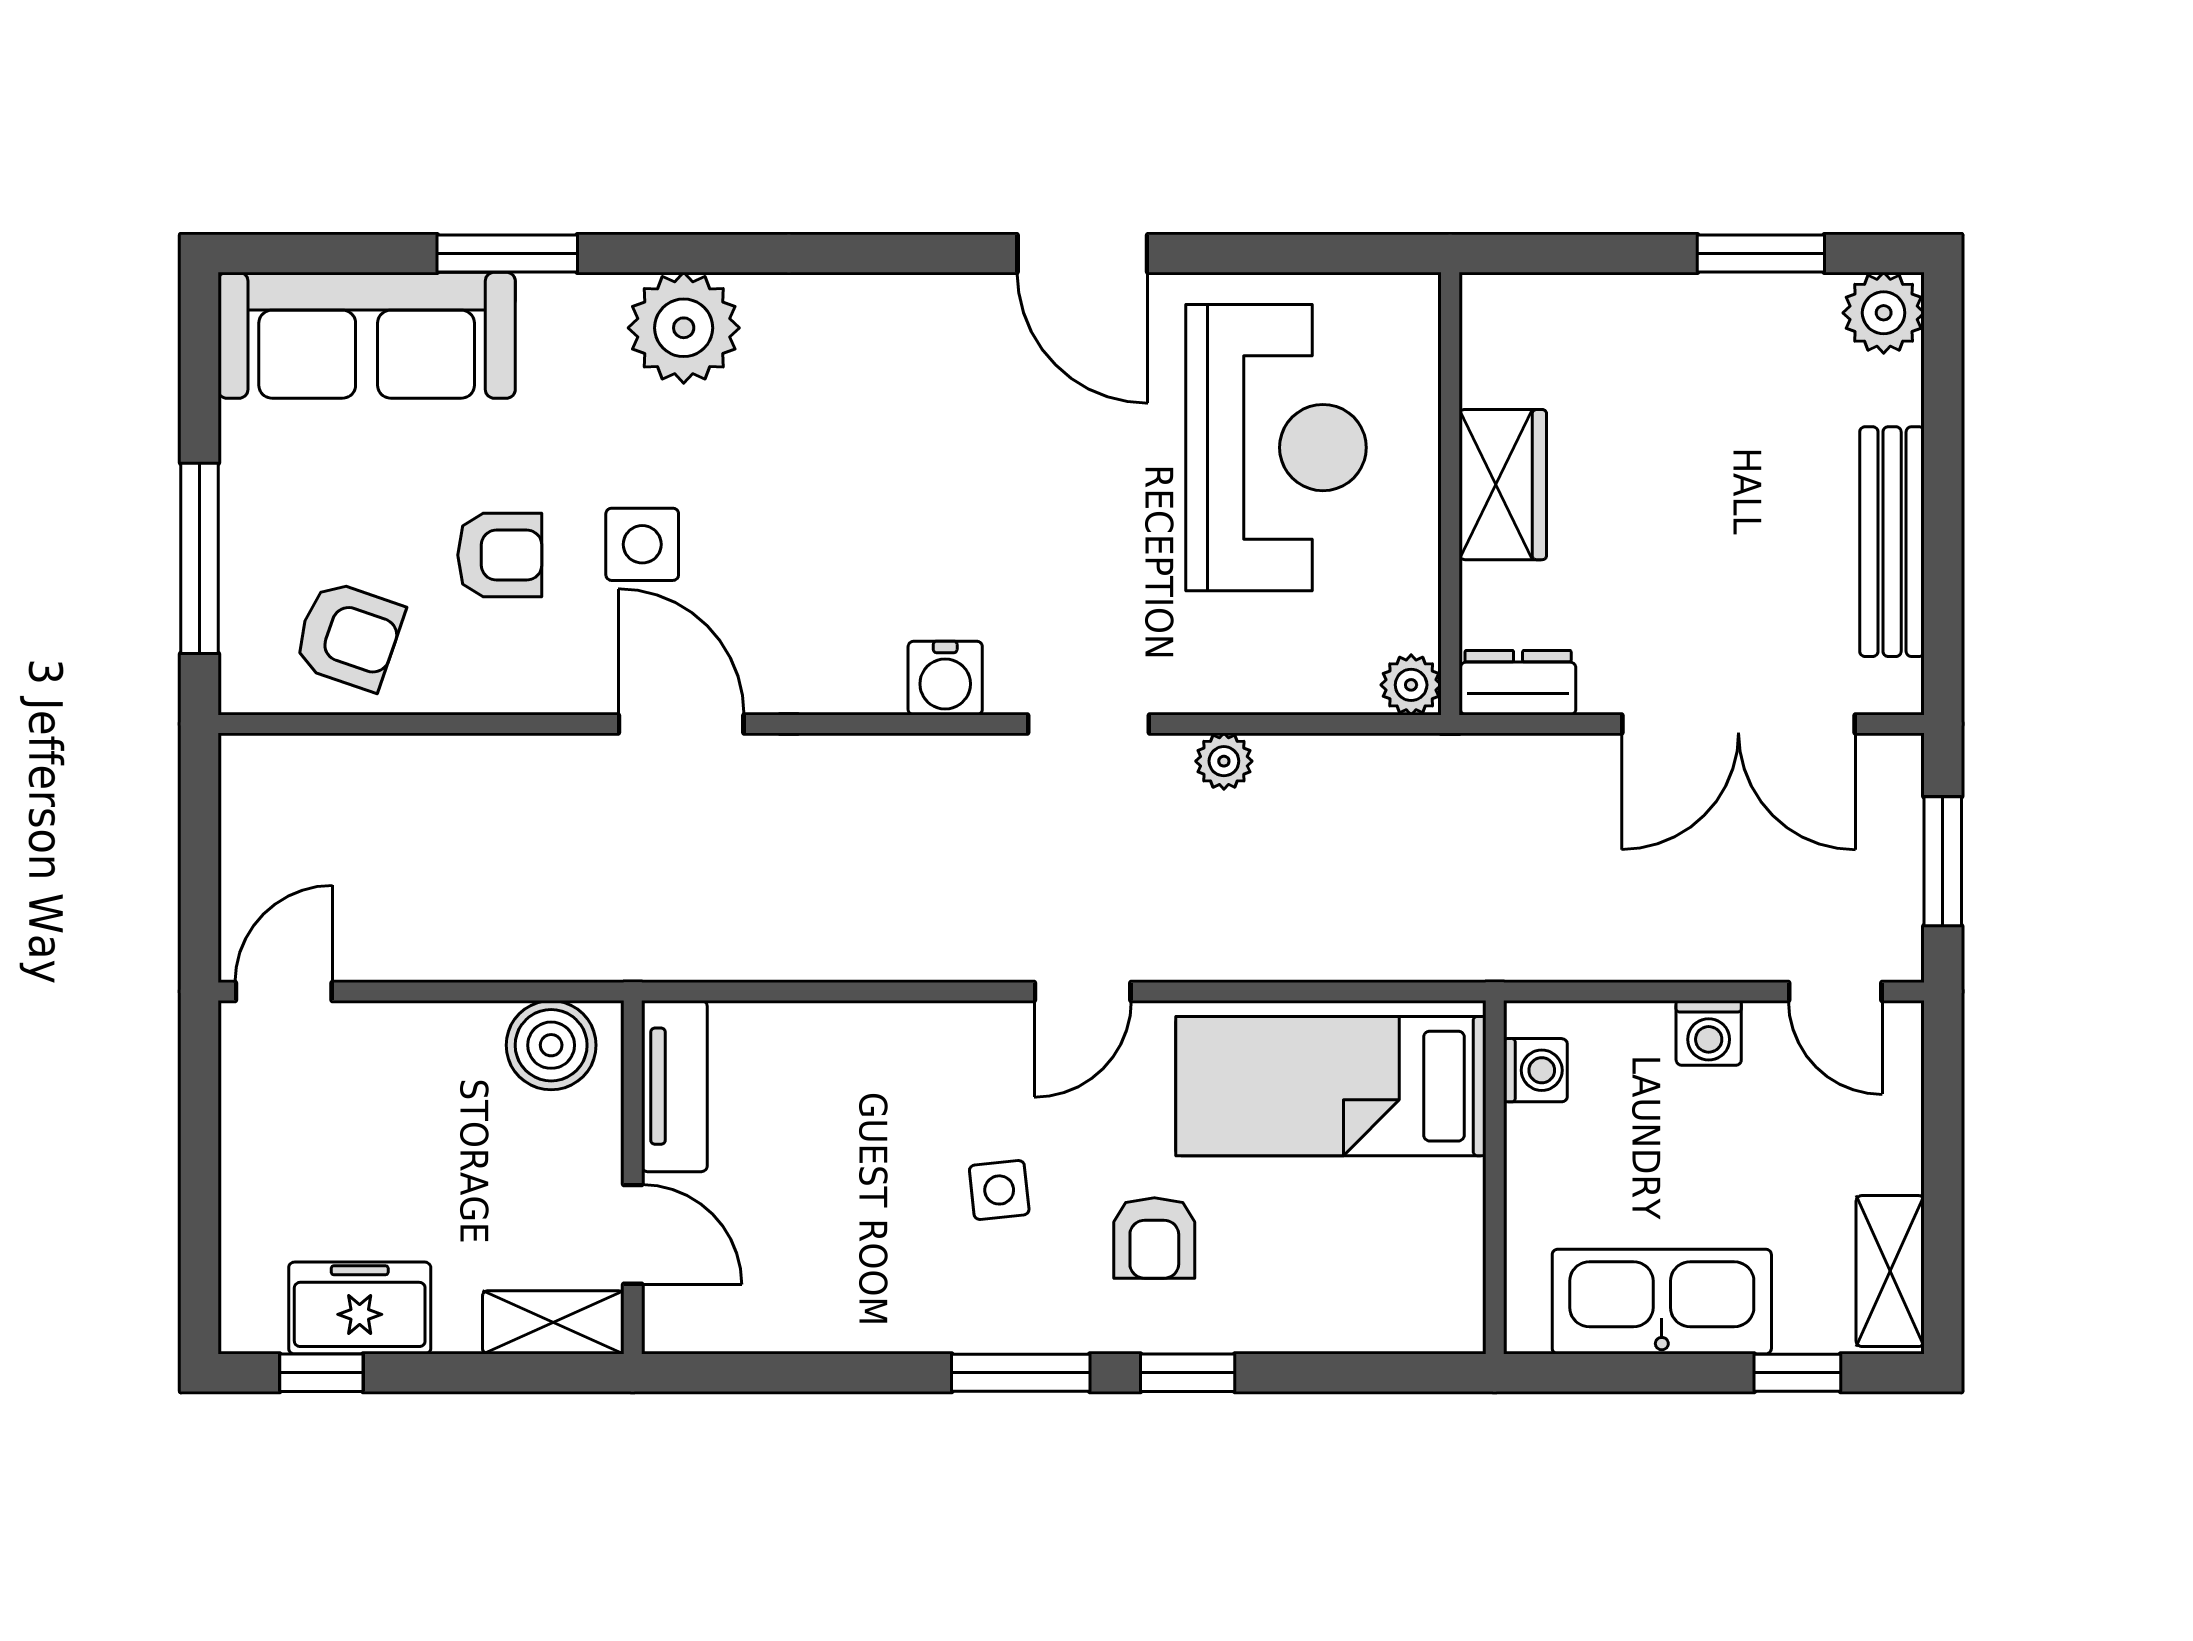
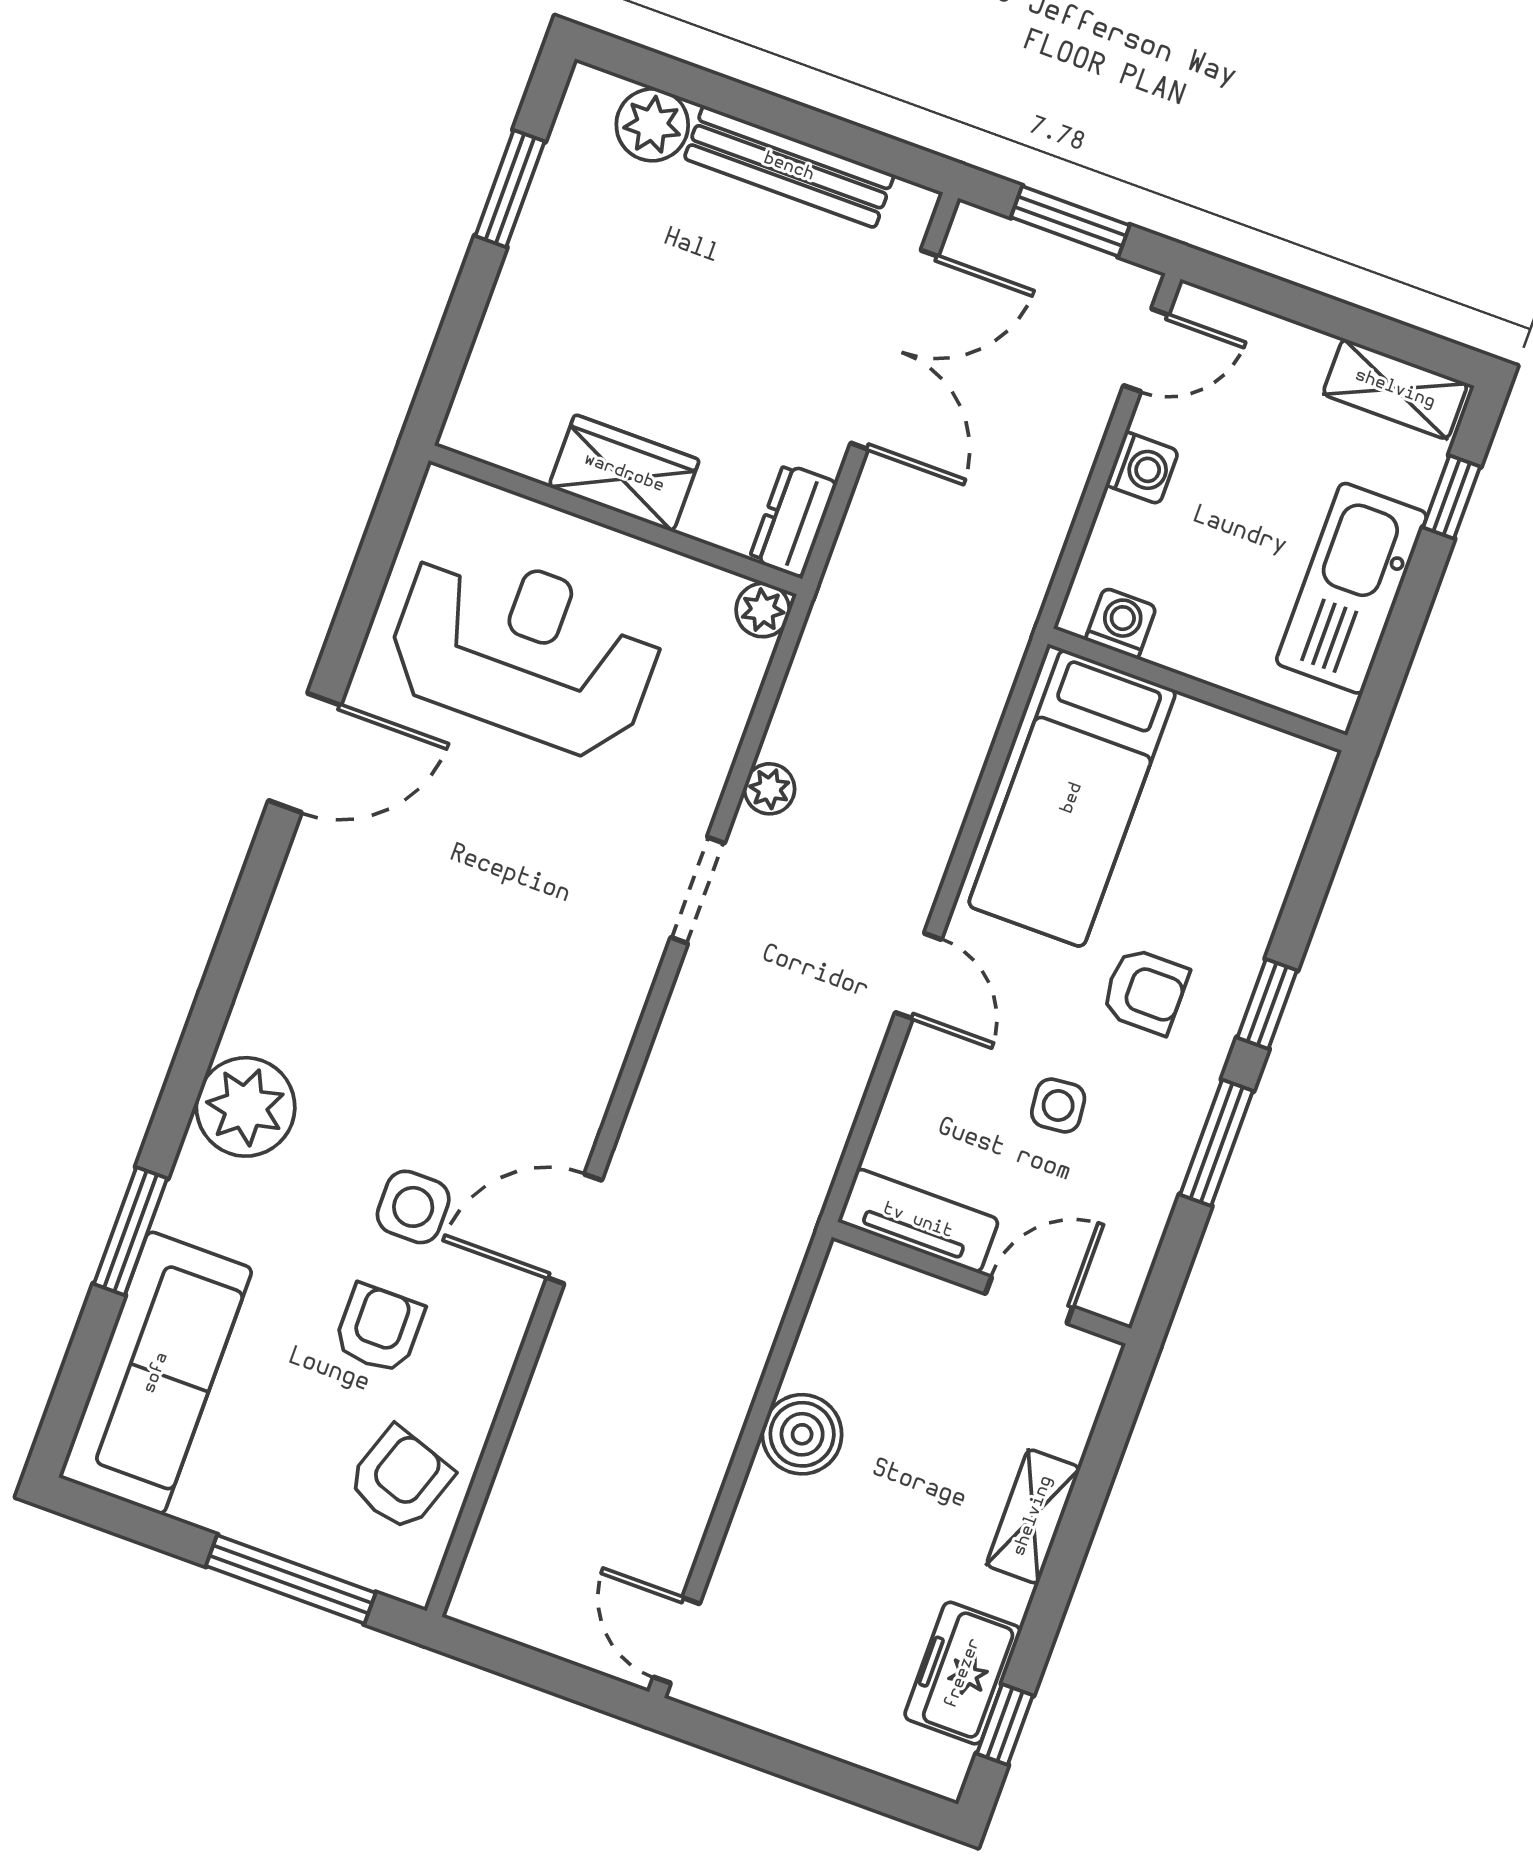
plant: (1884, 313) -> (652, 125), moved
water cooler: (945, 678) -> (616, 995), removed
tv unit: (674, 1086) -> (918, 1221), moved
wall: (633, 1177) -> (982, 1283), moved
door: (633, 1234) -> (1029, 1300), moved

